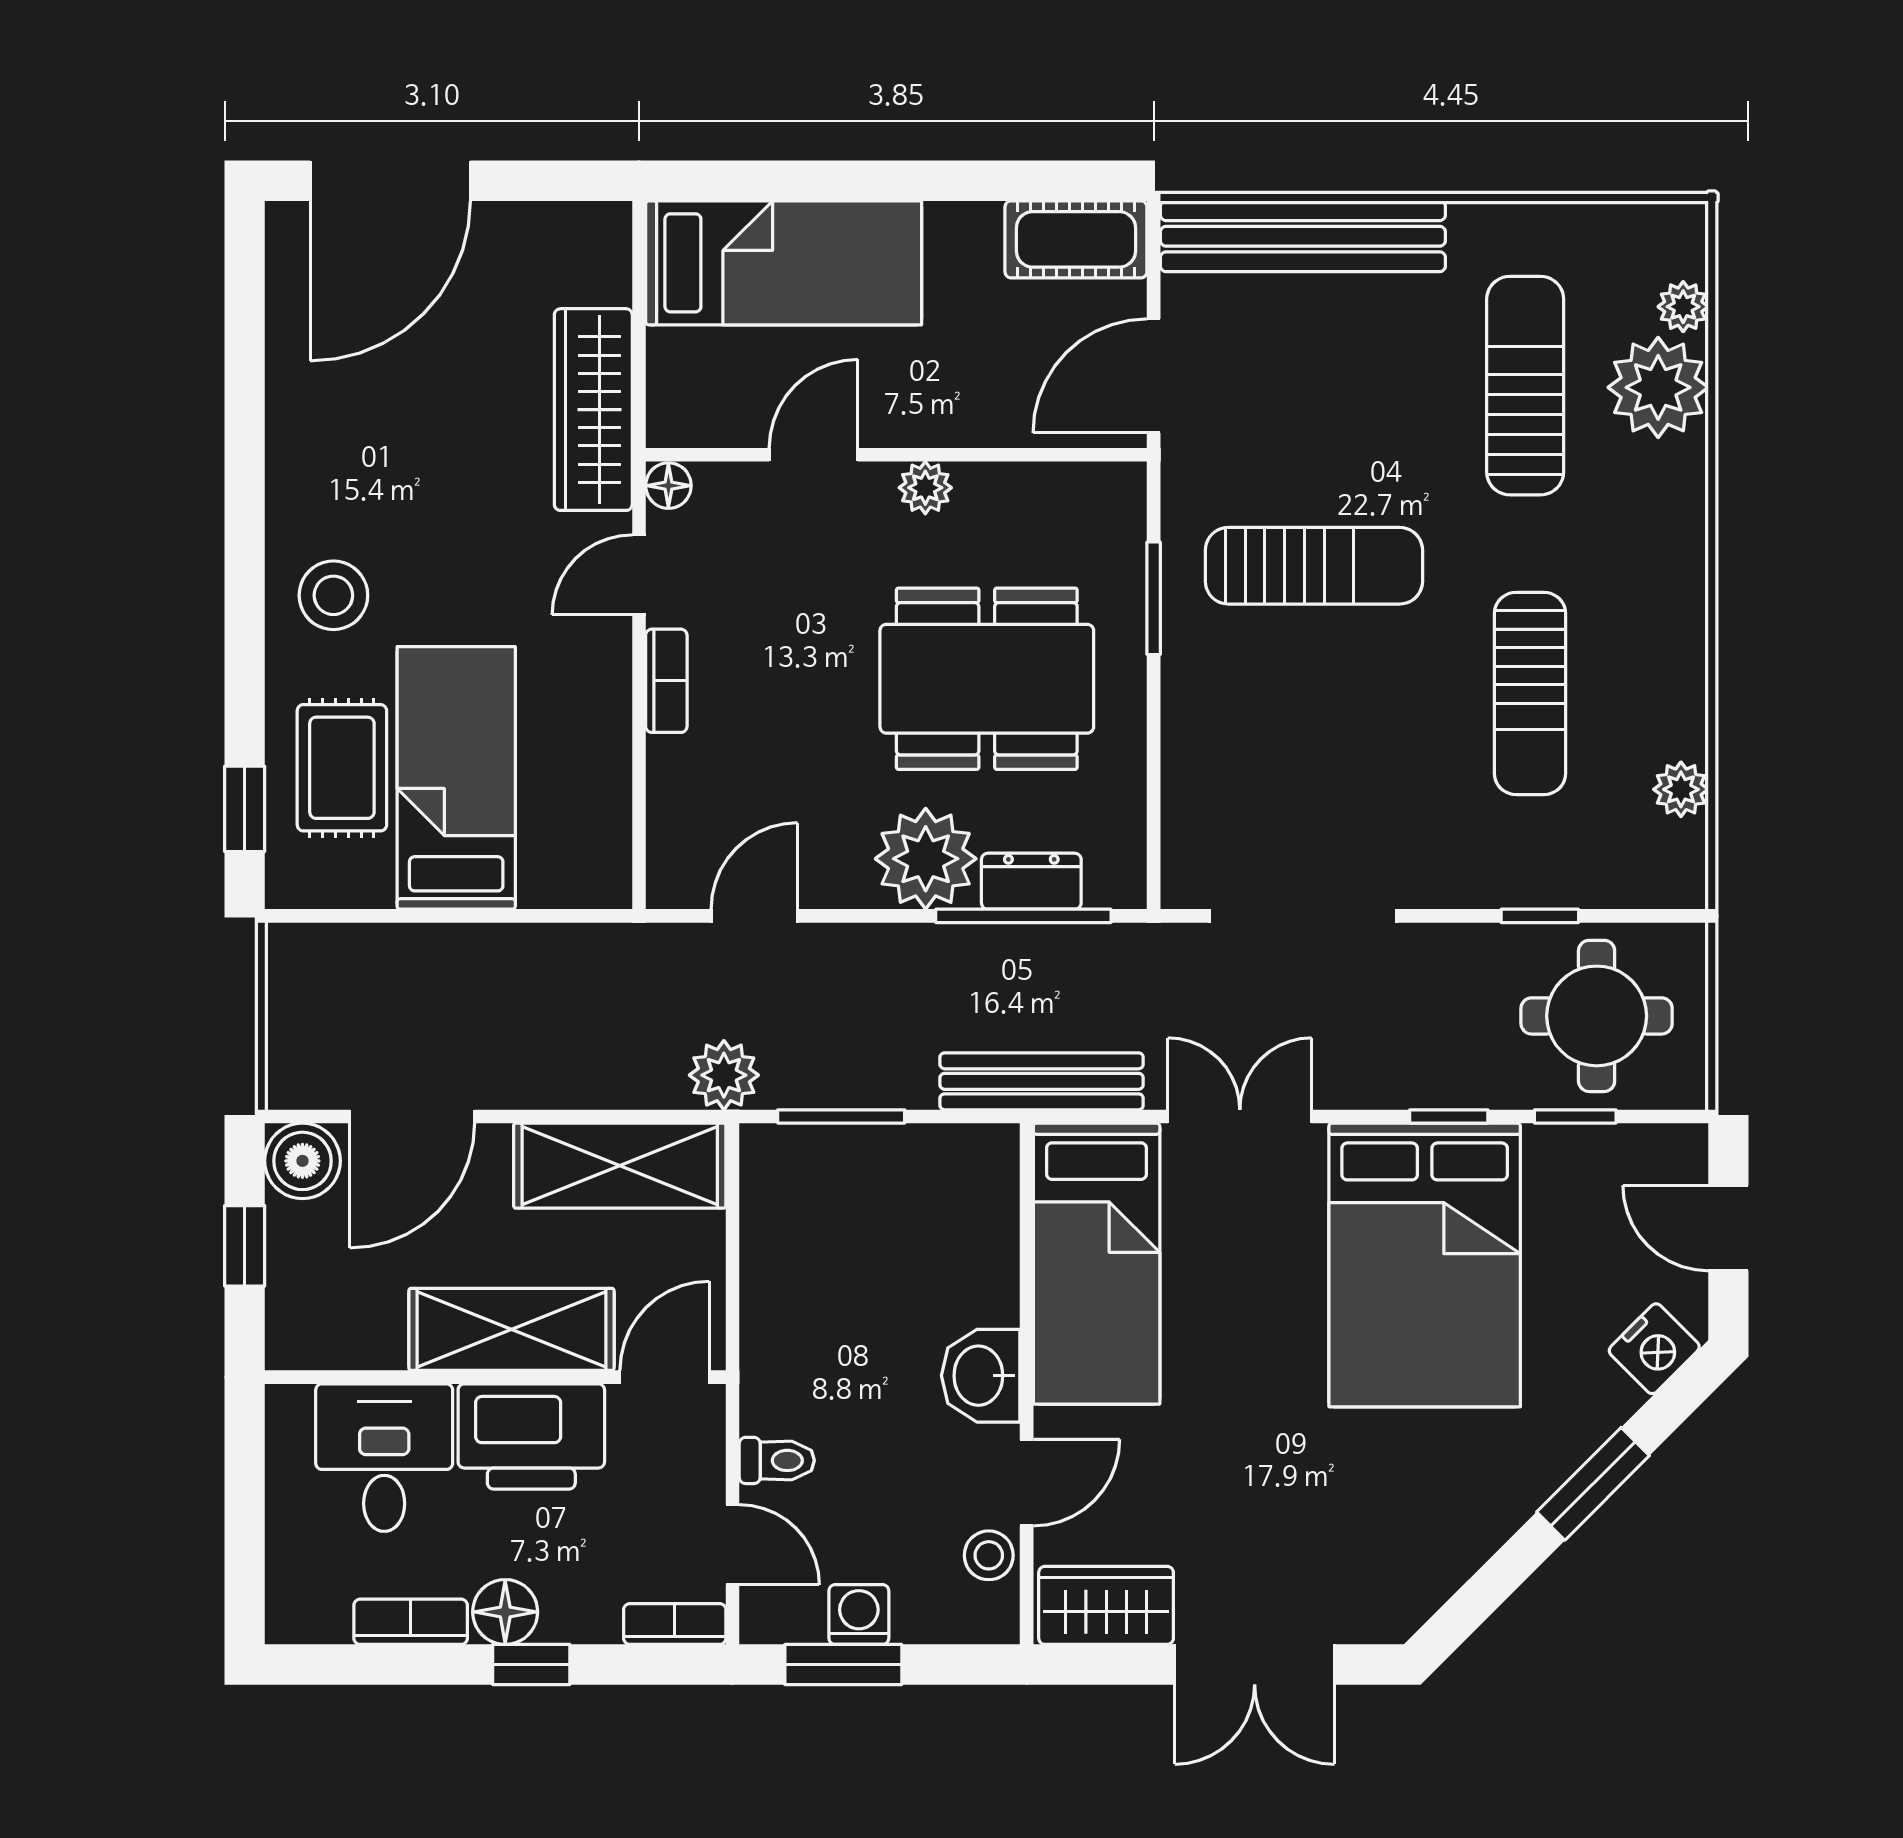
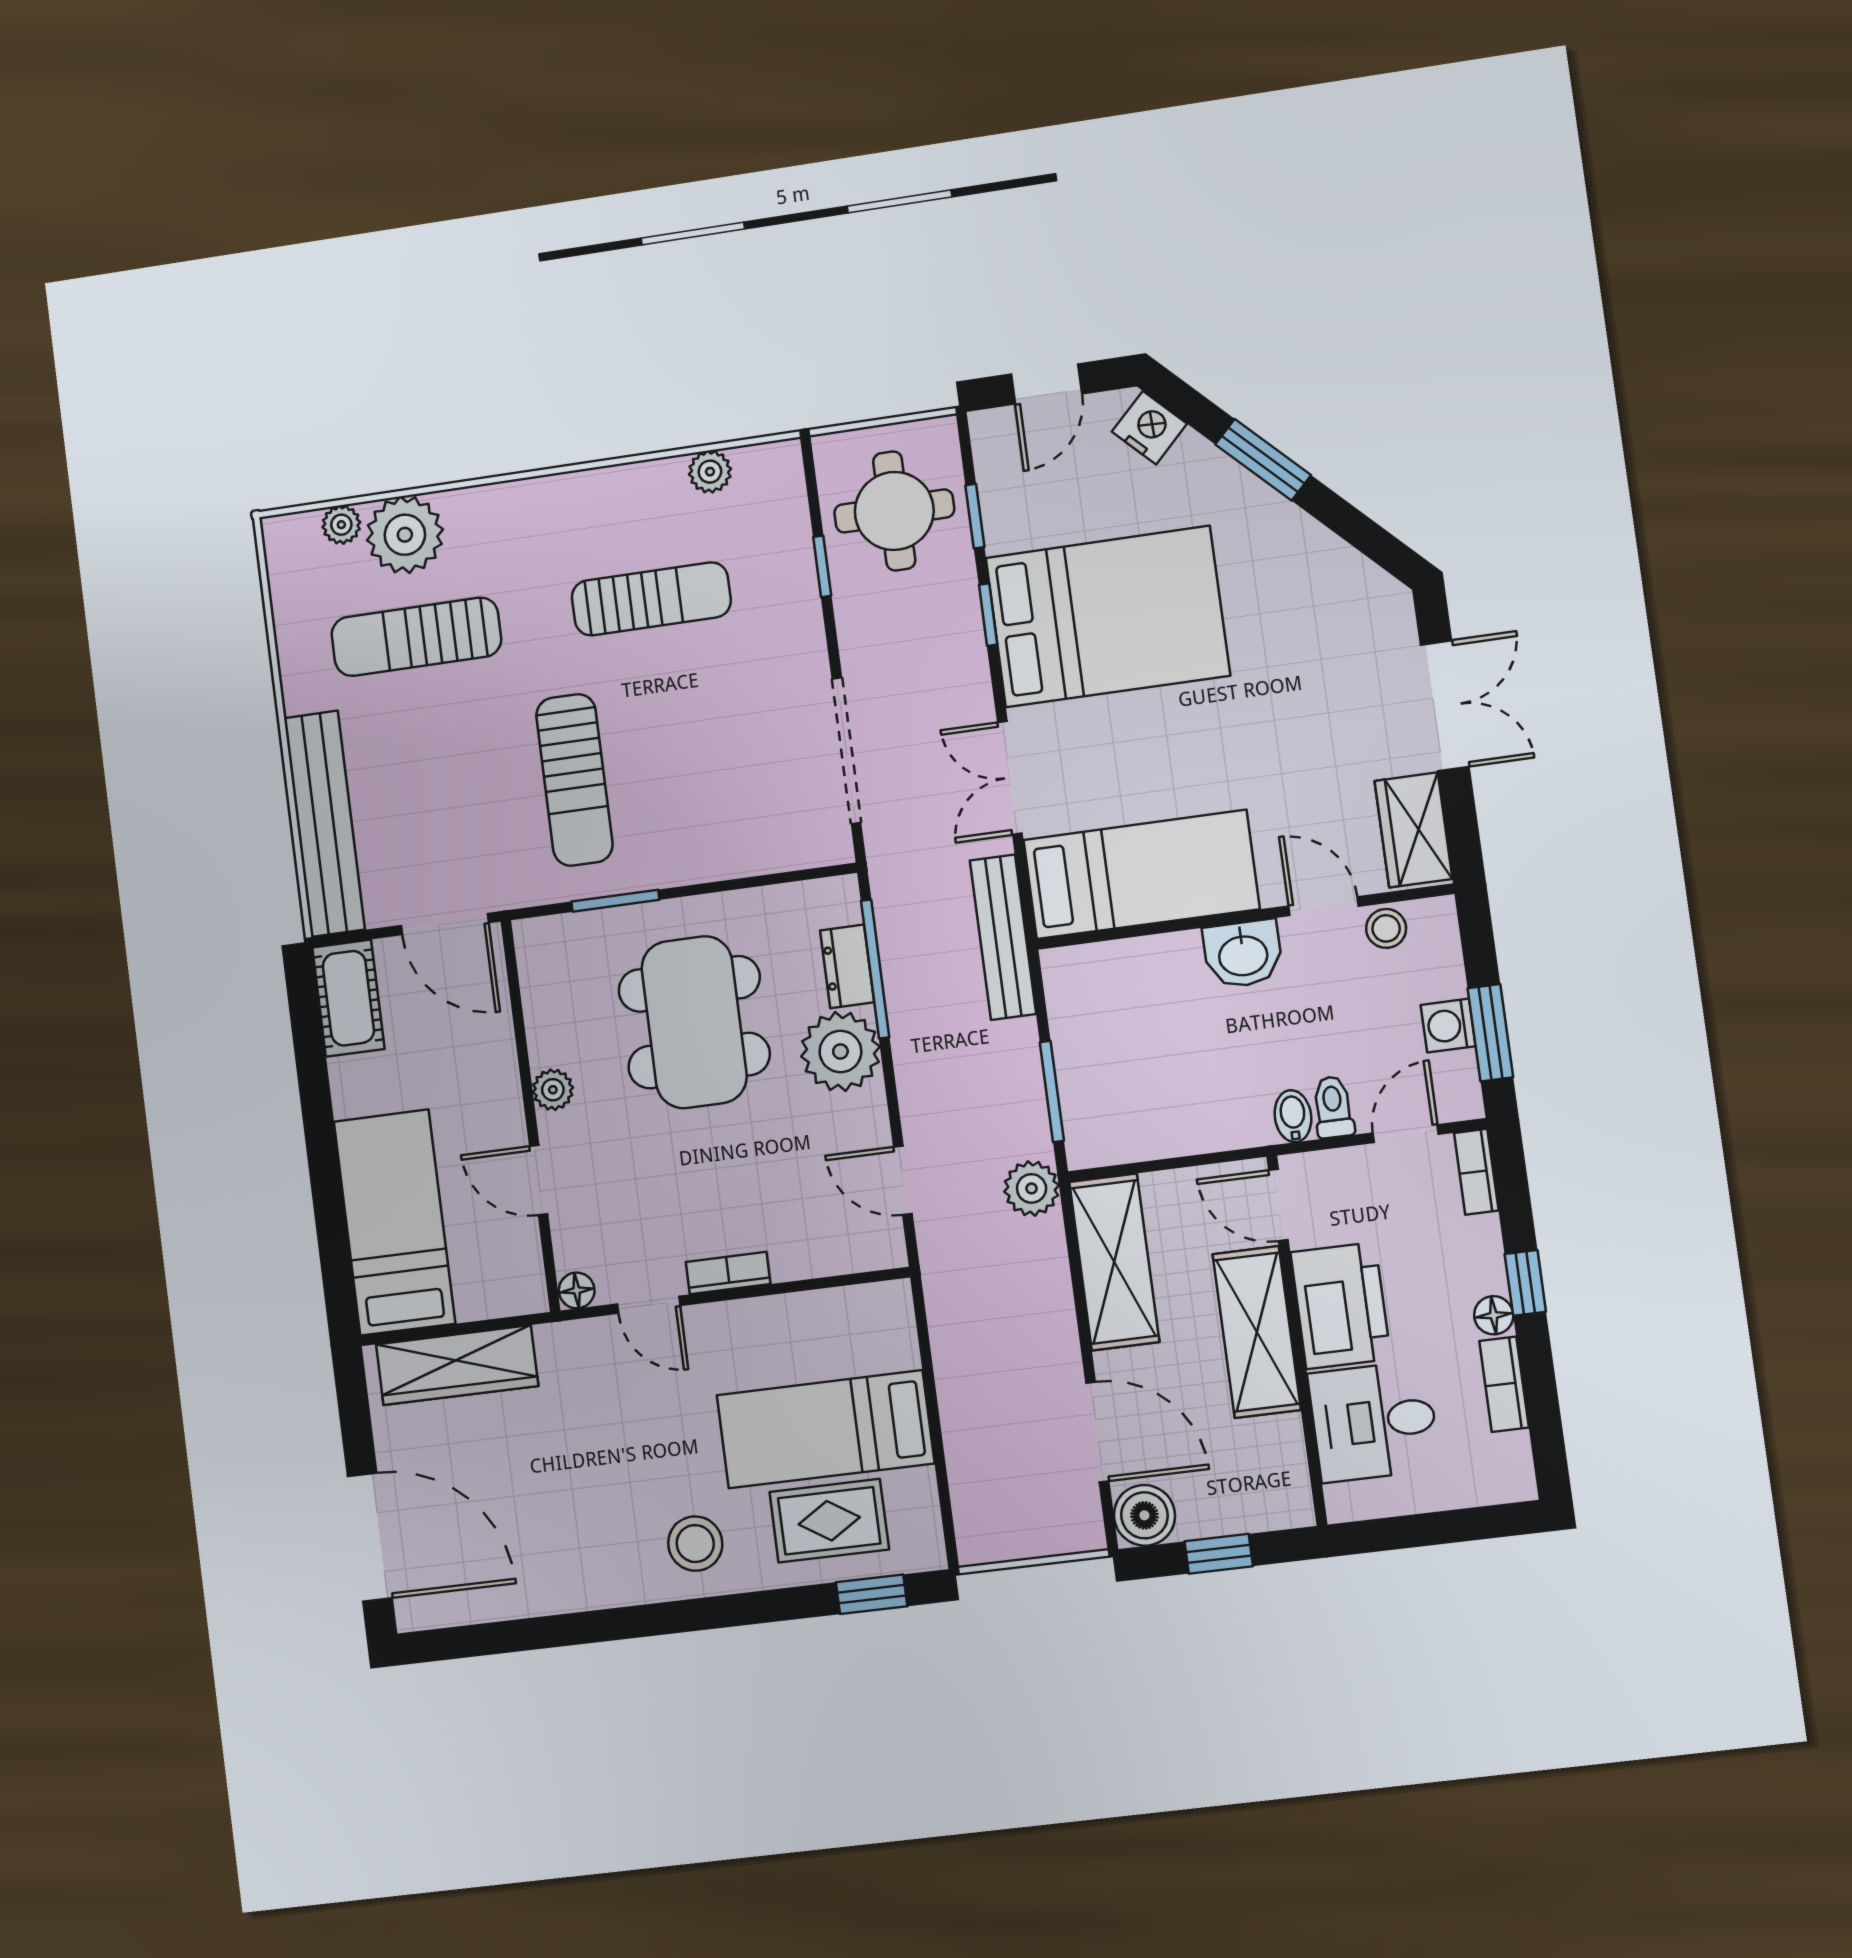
wardrobe: (593, 410) -> (457, 1365), moved
sun lounger: (1314, 566) -> (574, 780), turned 180
bidet: (772, 1410) -> (1293, 1116), added
floor lamp: (505, 1612) -> (1494, 1315), width x0.73, depth x0.73

